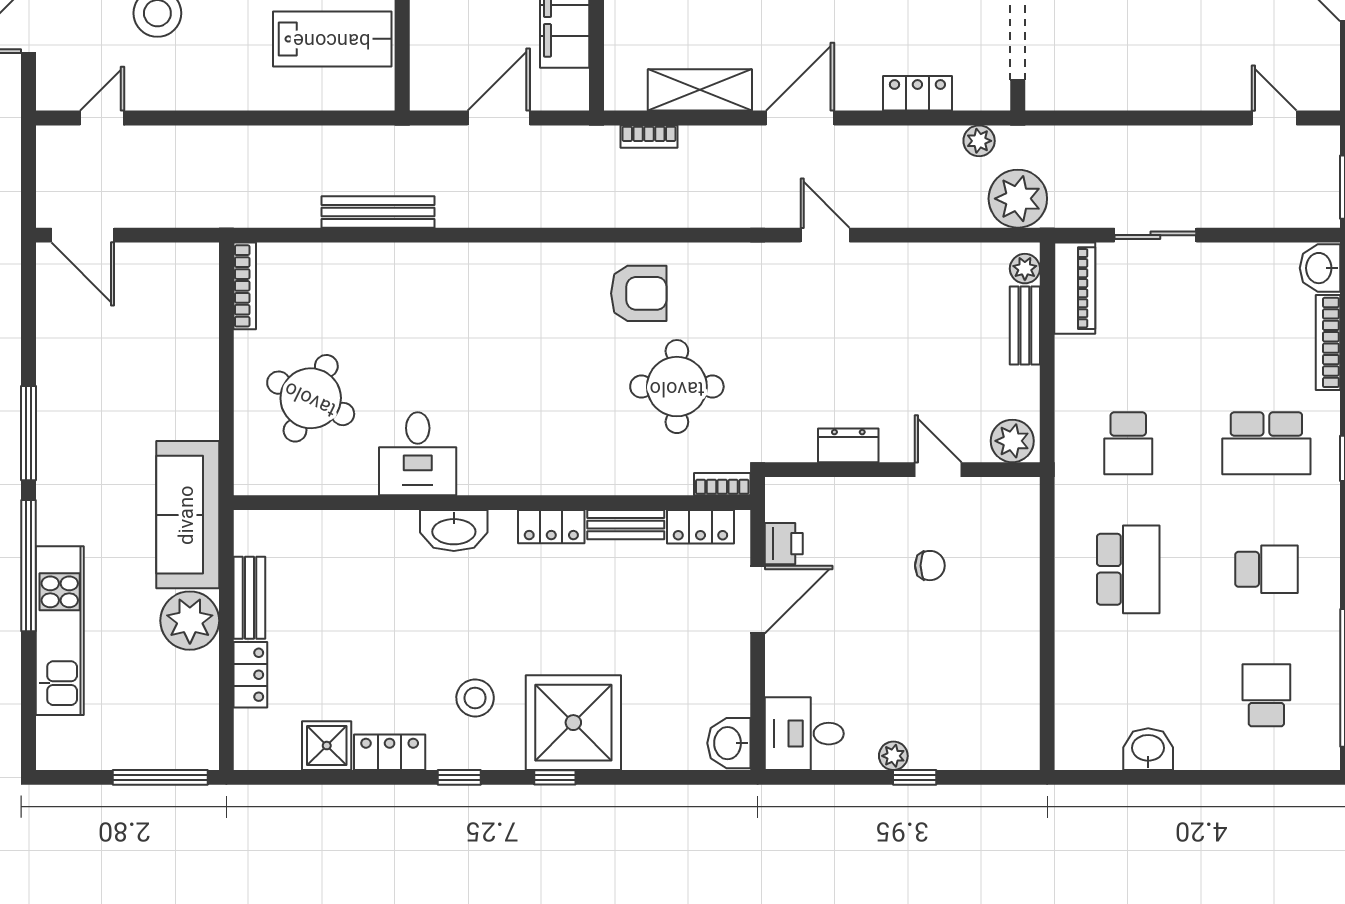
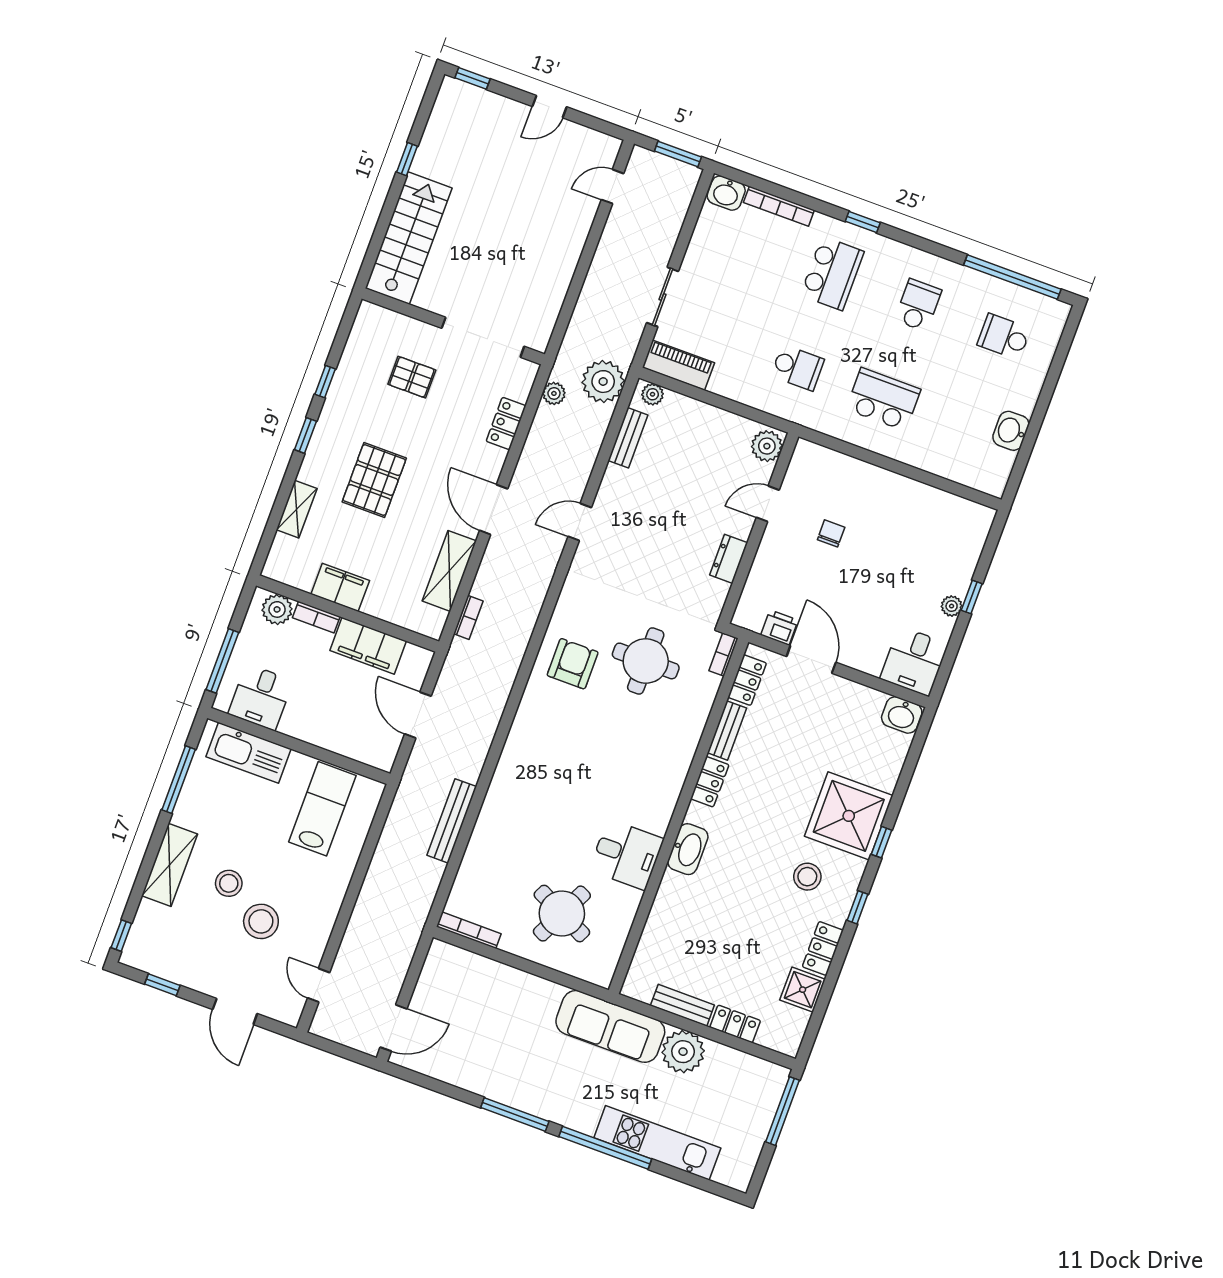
bench: (1025, 326) -> (628, 438), moved, turned 90

